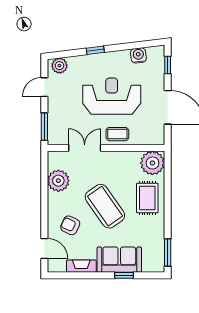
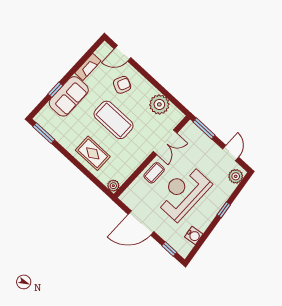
reception desk: (112, 96) -> (183, 192), turned 180
plant: (152, 163) -> (113, 186), width x0.53, depth x0.53
coffee table: (105, 206) -> (113, 120), turned 35

